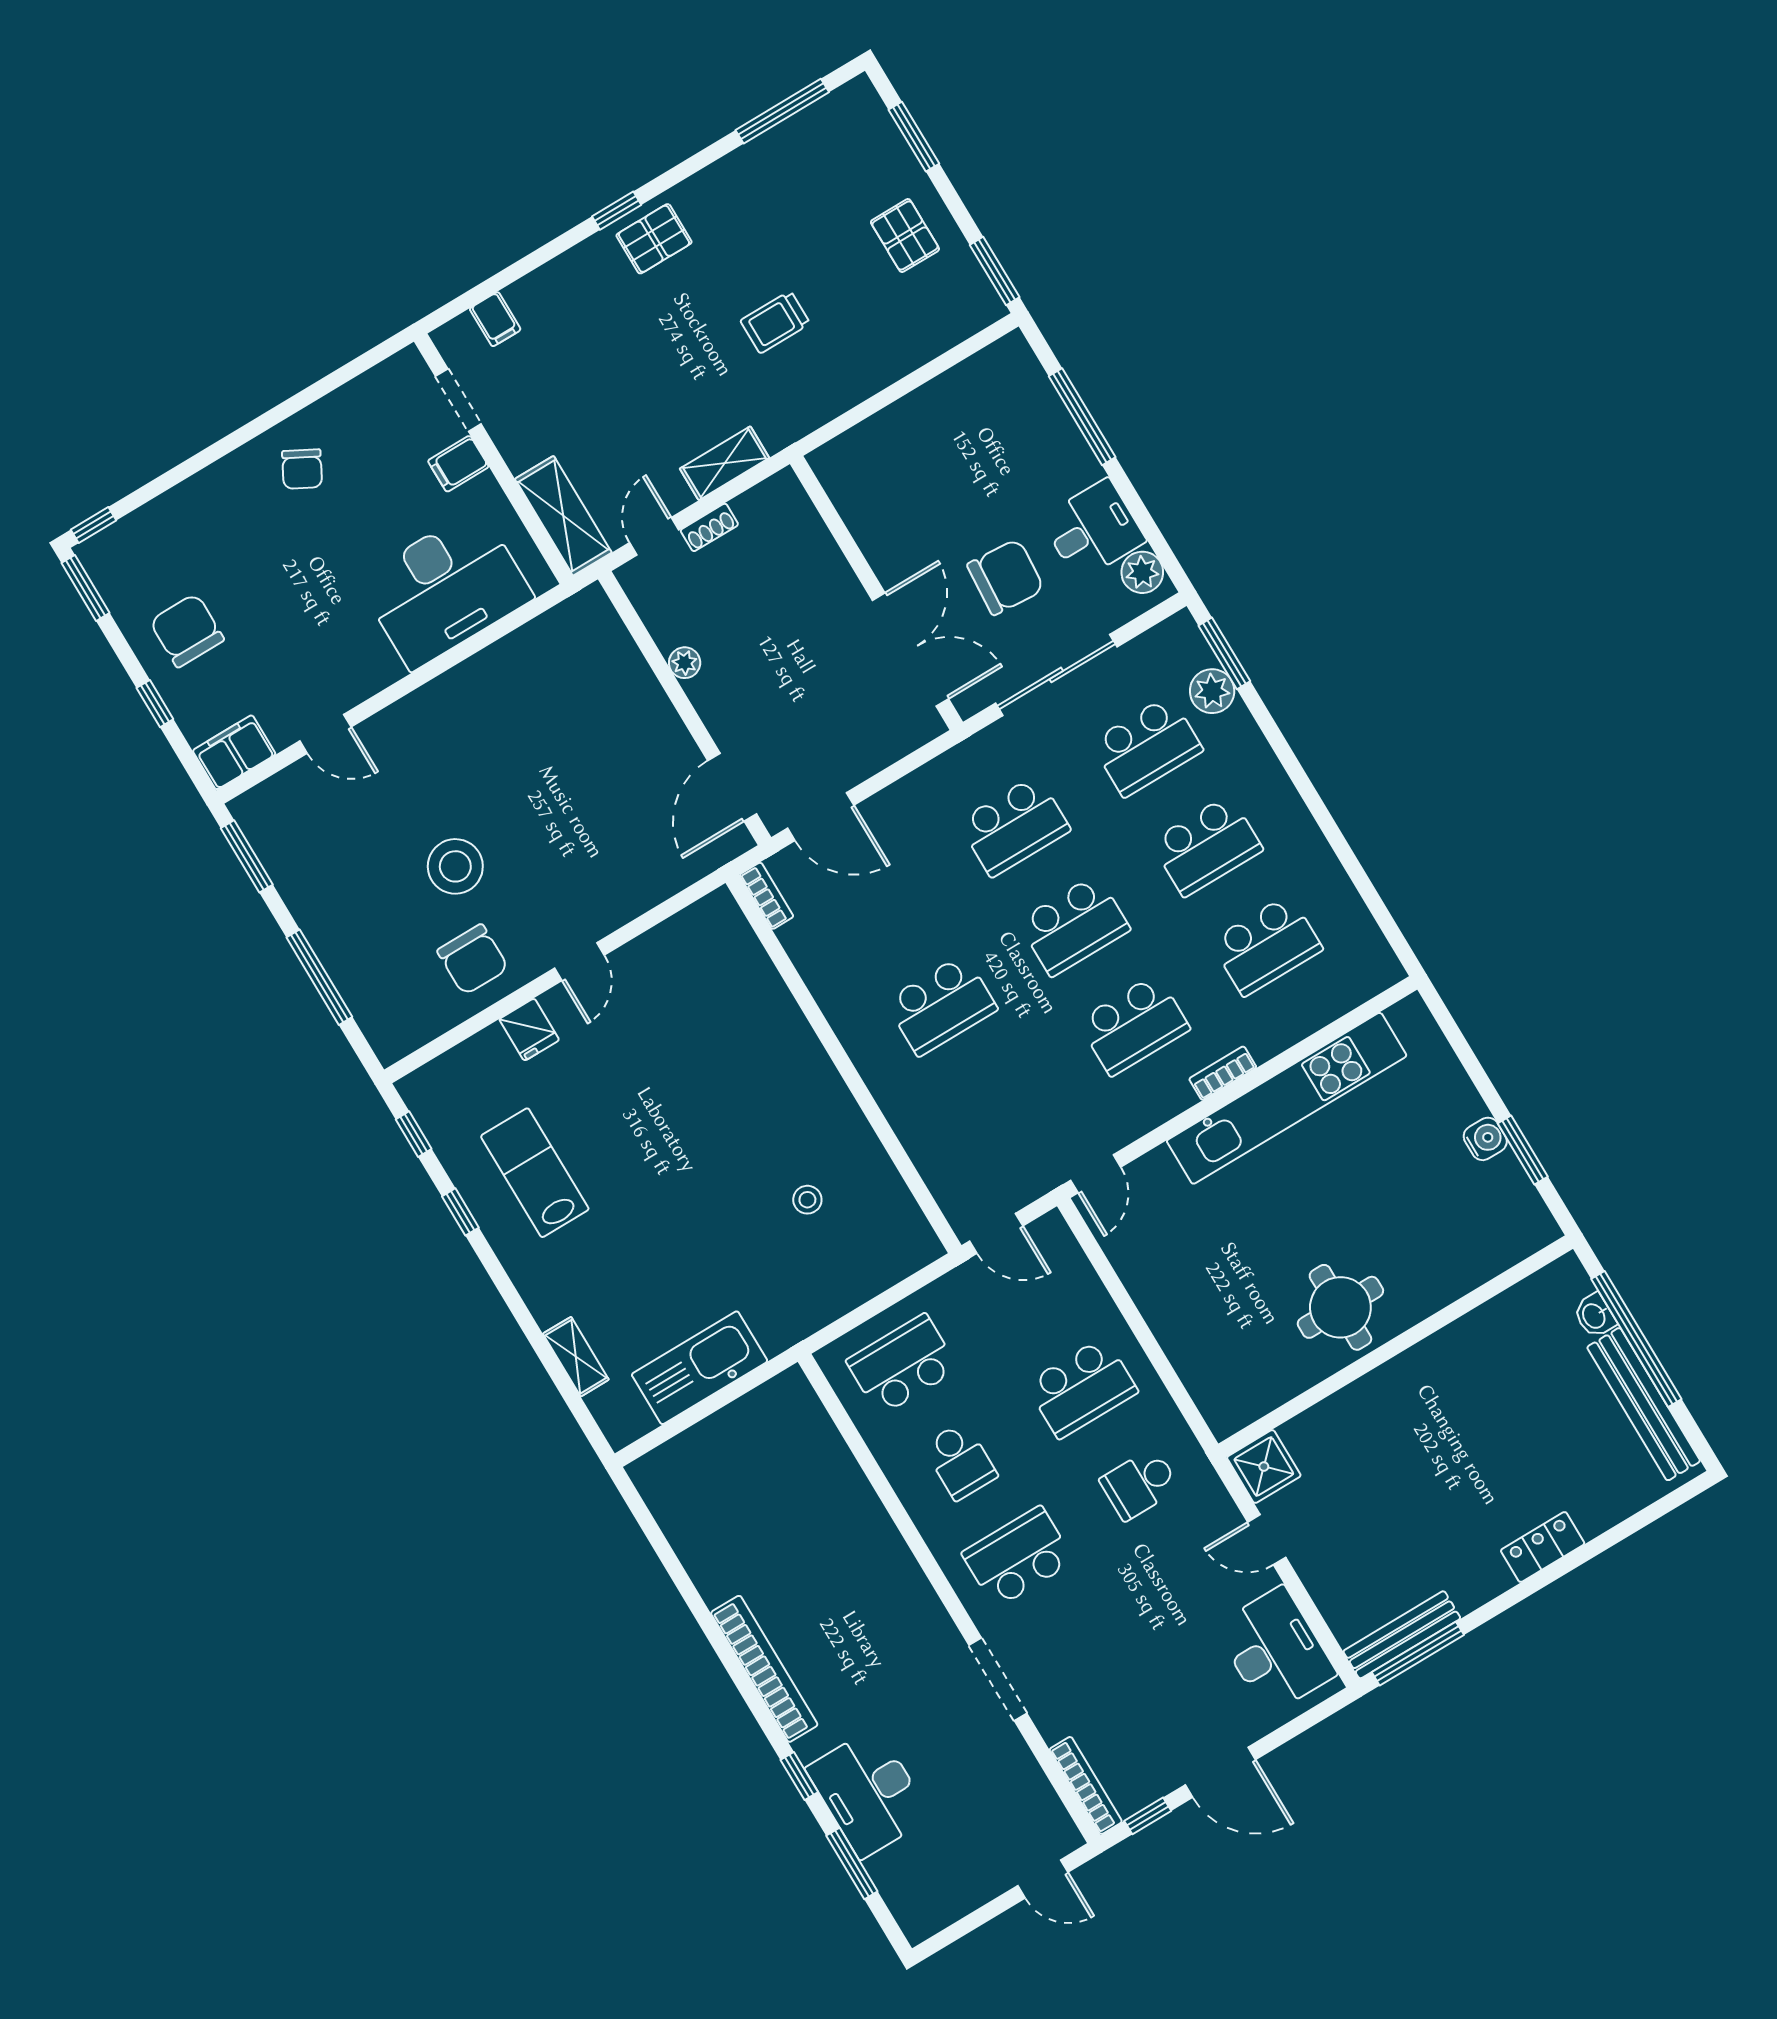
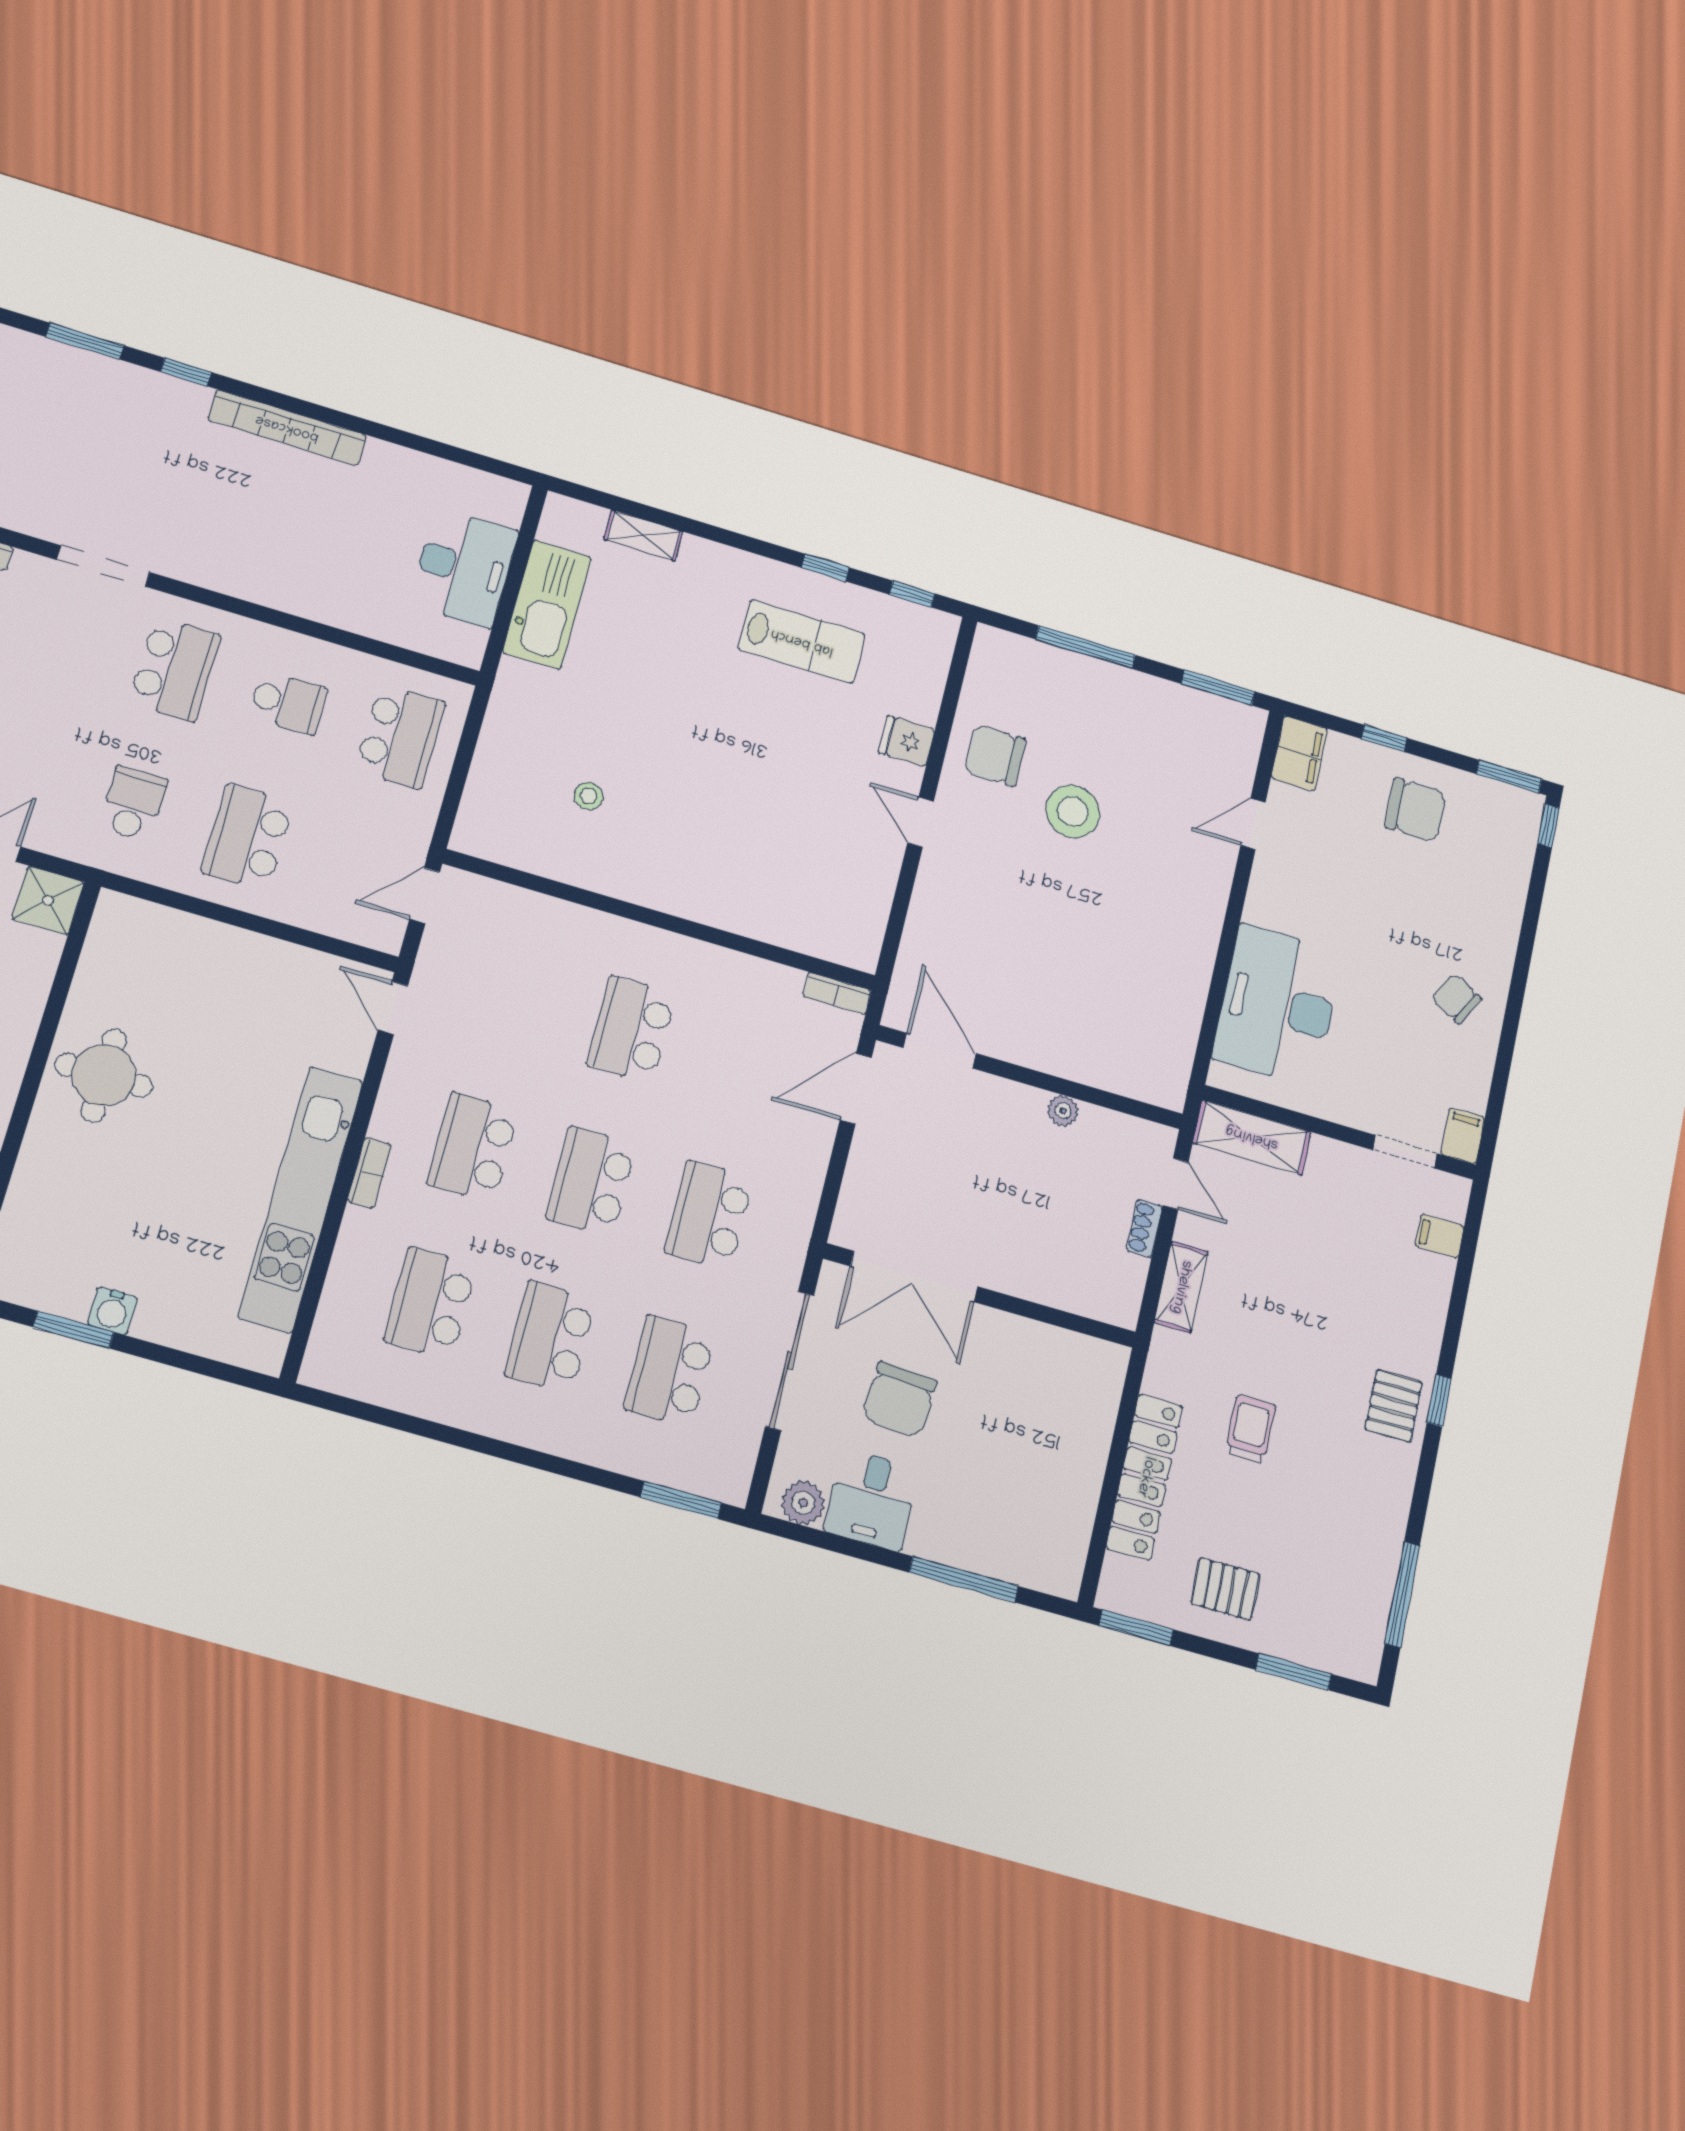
locker: (885, 363) -> (1145, 1477), added
filing cabinet: (458, 464) -> (1463, 1136), moved
plant: (1212, 691) -> (662, 1461), removed
school desk: (960, 1461) -> (288, 703), turned 180
desk: (868, 1793) -> (464, 568), moved, turned 90

